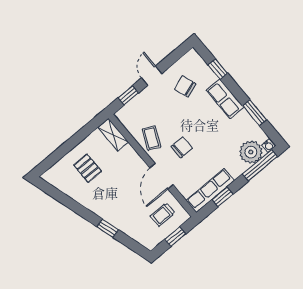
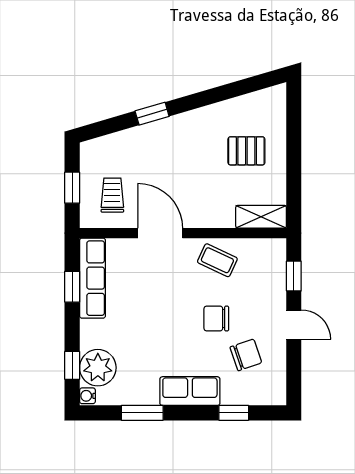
chair: (182, 147) -> (216, 319), moved, turned 90
window: (260, 165) -> (72, 365), width x0.46

